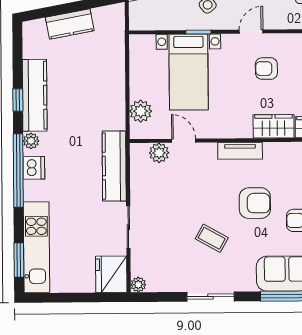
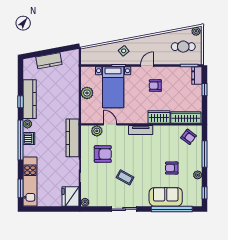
plant: (141, 111) -> (87, 93), moved
armchair: (255, 203) -> (103, 154), moved

